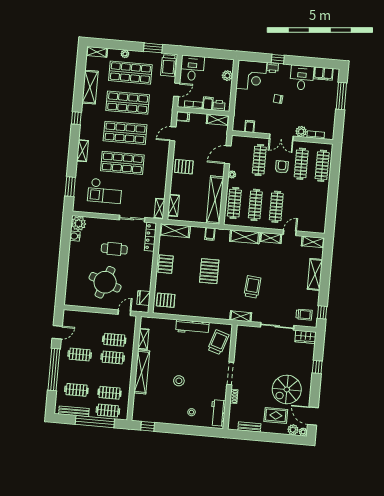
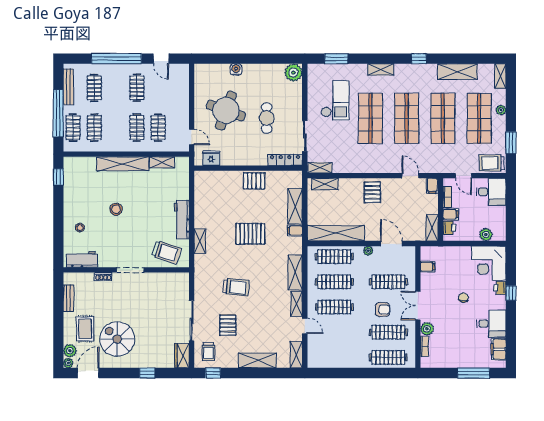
checkout: (105, 191) -> (335, 100), turned 180
shelving: (175, 231) -> (295, 206), moved
water cooler: (75, 236) -> (236, 69), moved
pallet: (166, 300) -> (228, 325), moved
shelving: (241, 316) -> (200, 241), moved

